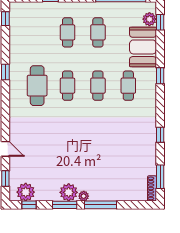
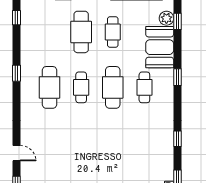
cafe table: (68, 32) -> (81, 32), width x1.37, depth x1.35
cafe table: (98, 86) -> (113, 87), width x1.37, depth x1.35

